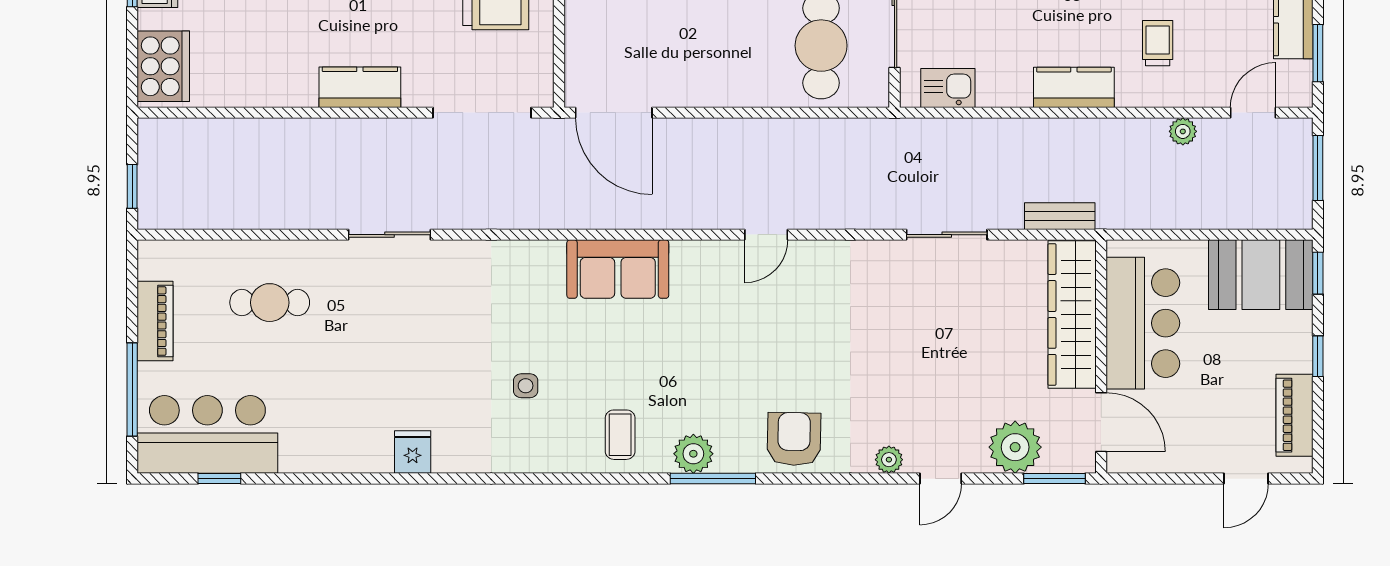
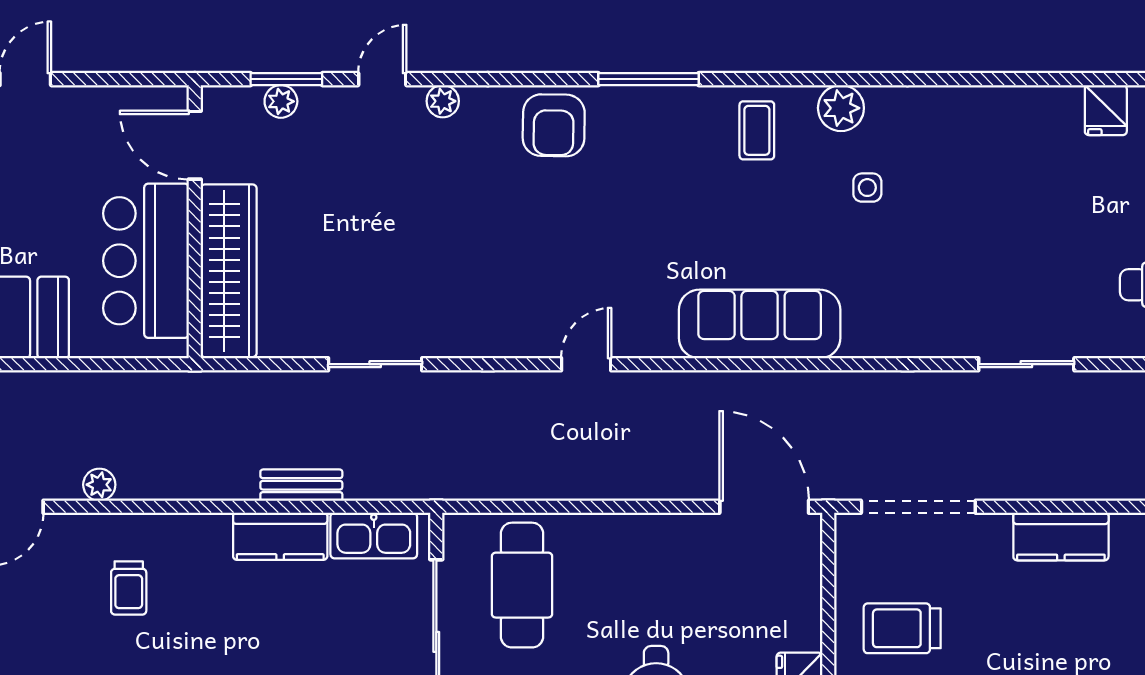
kitchen counter: (1074, 87) -> (280, 536), moved
kitchen sink: (948, 88) -> (374, 535), width x1.38
bench: (1060, 216) -> (301, 485), moved
sofa: (618, 269) -> (760, 324), width x1.36
plant: (1015, 447) -> (281, 101), width x0.53, depth x0.53
fridge: (413, 452) -> (1106, 110), moved
plant: (693, 454) -> (841, 108), moved
window: (1054, 479) -> (286, 79), moved

